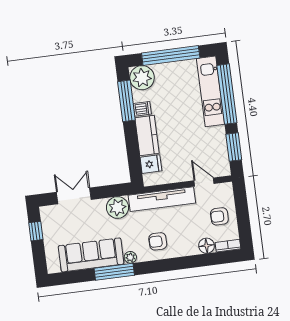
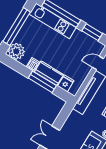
window: (126, 101) -> (42, 82), moved
plant: (118, 207) -> (75, 120), removed

